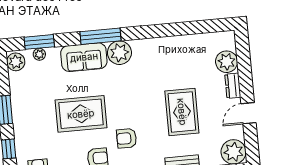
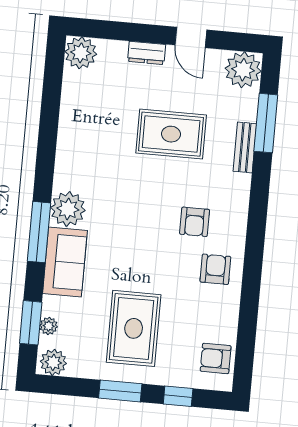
plant: (227, 62) -> (81, 53), moved
rug: (81, 114) -> (134, 328), moved

